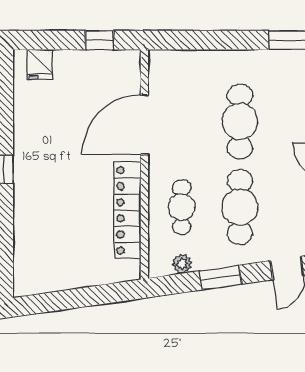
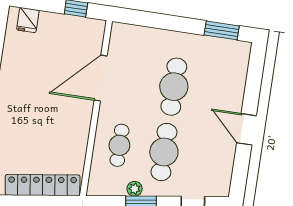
locker: (127, 210) -> (43, 185), moved, turned 82
plant: (182, 264) -> (135, 189), moved

